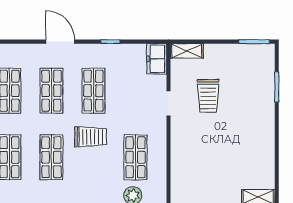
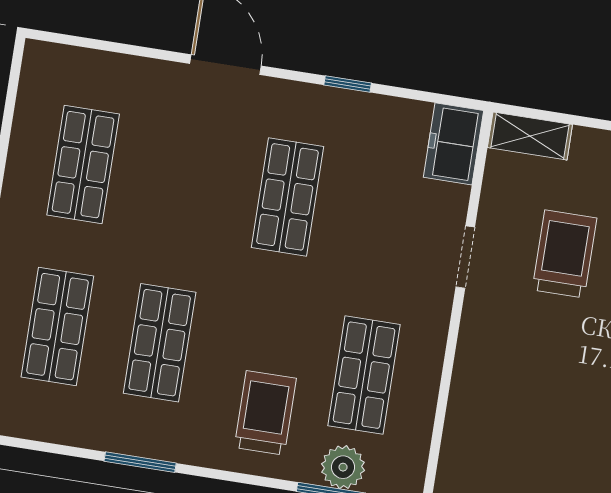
shop shelf: (51, 91) -> (185, 181), removed
trolley: (208, 96) -> (565, 254), turned 180
trolley: (91, 137) -> (265, 413), moved, turned -90

